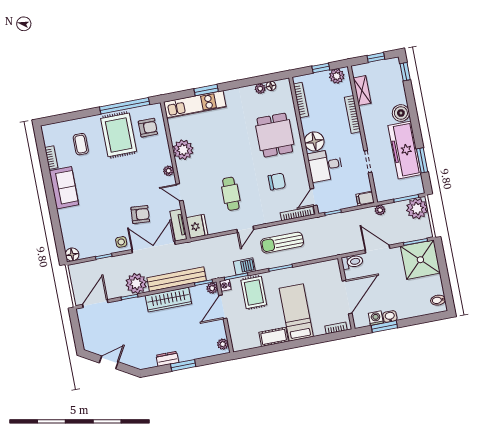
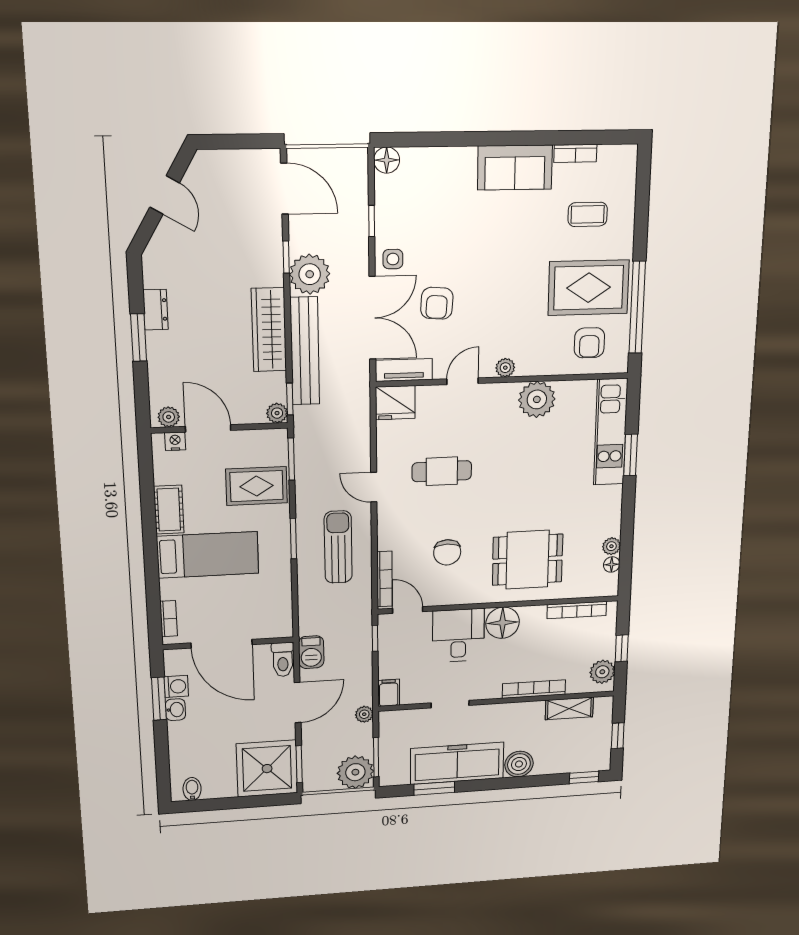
barbecue: (244, 266) -> (311, 652), moved
nightstand: (225, 285) -> (175, 441), moved
door: (223, 307) -> (208, 428), moved

